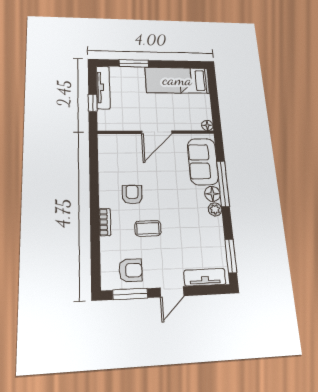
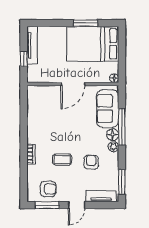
window: (134, 63) -> (86, 23), moved
bed: (177, 80) -> (93, 44), width x1.50
armchair: (132, 195) -> (91, 162), moved

